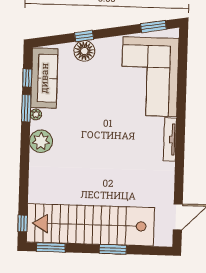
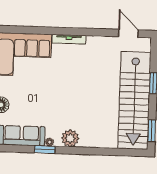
window: (27, 78) -> (22, 149), removed
window: (23, 223) -> (133, 152), removed

